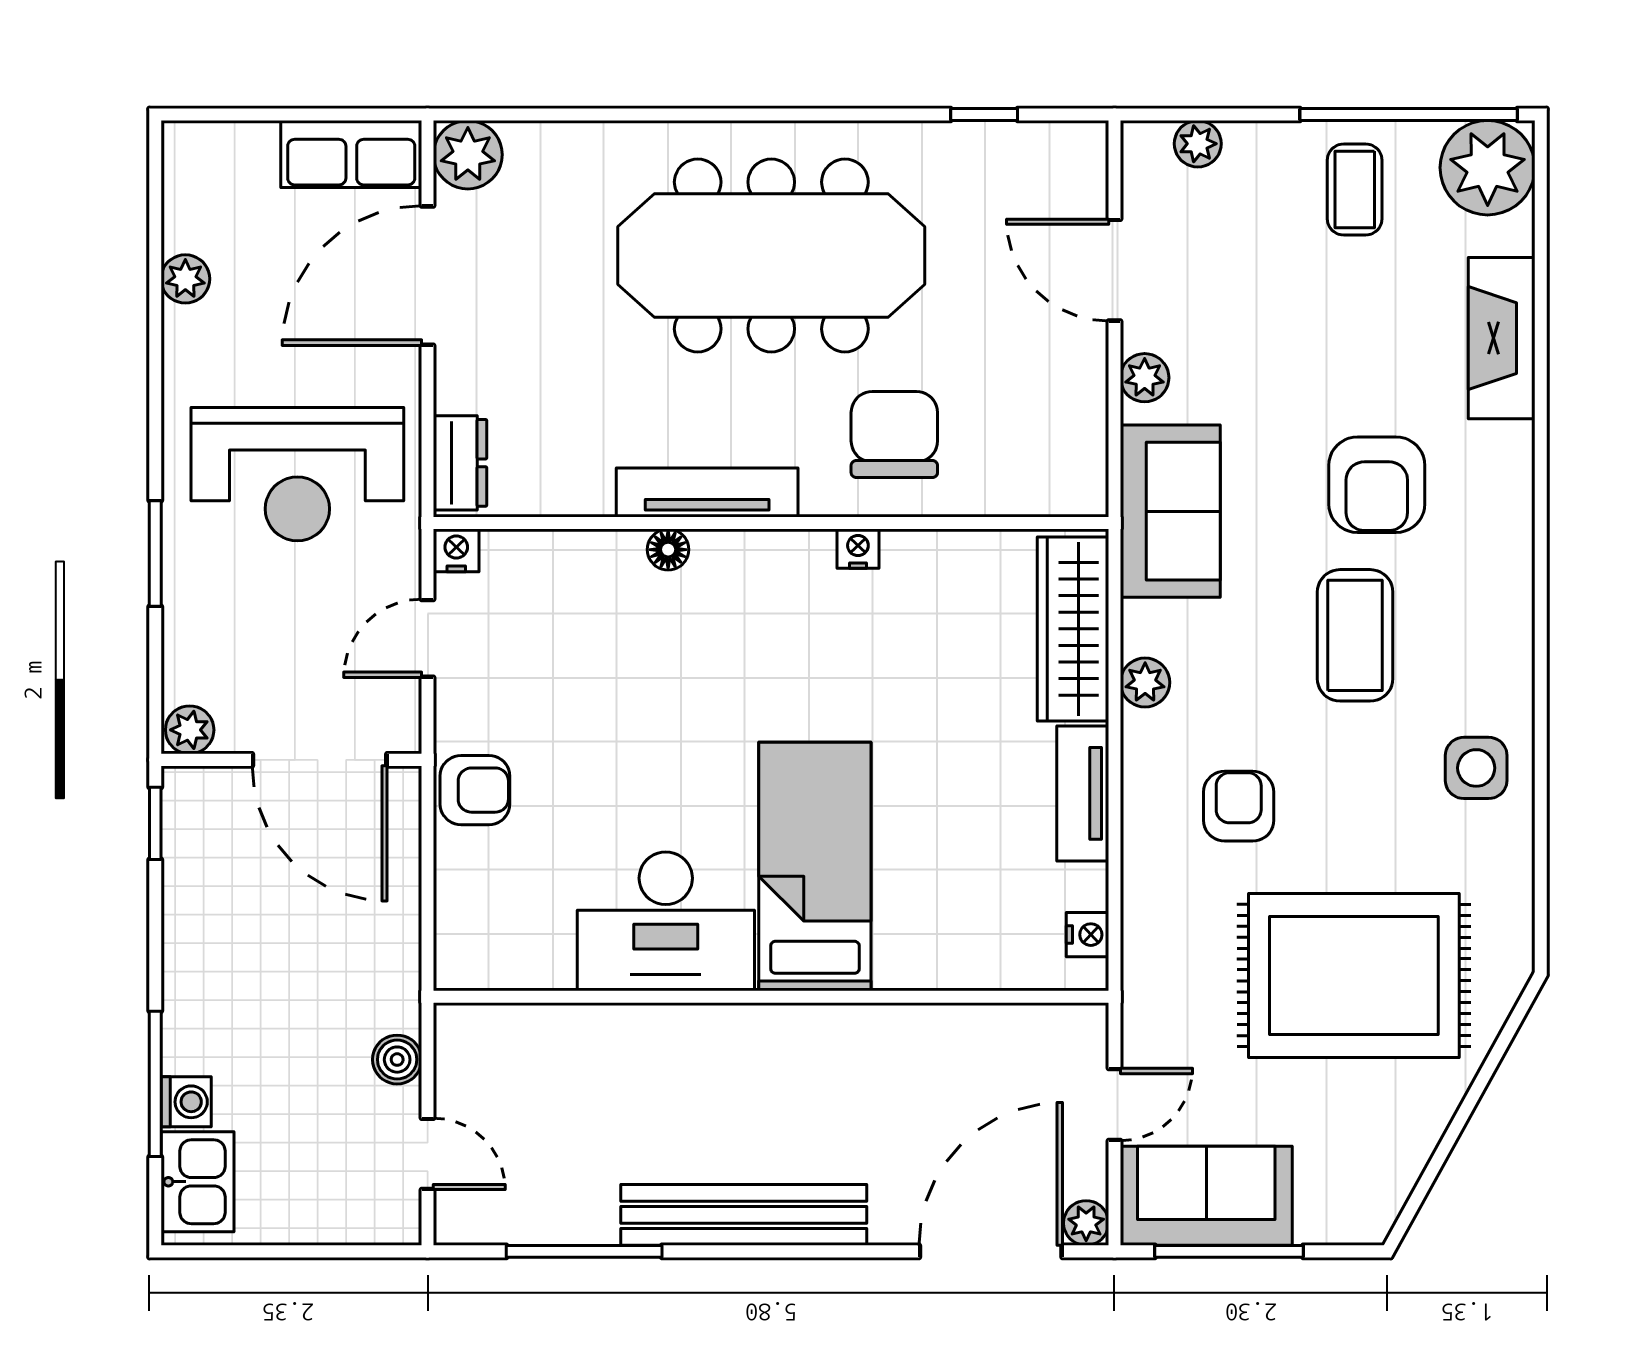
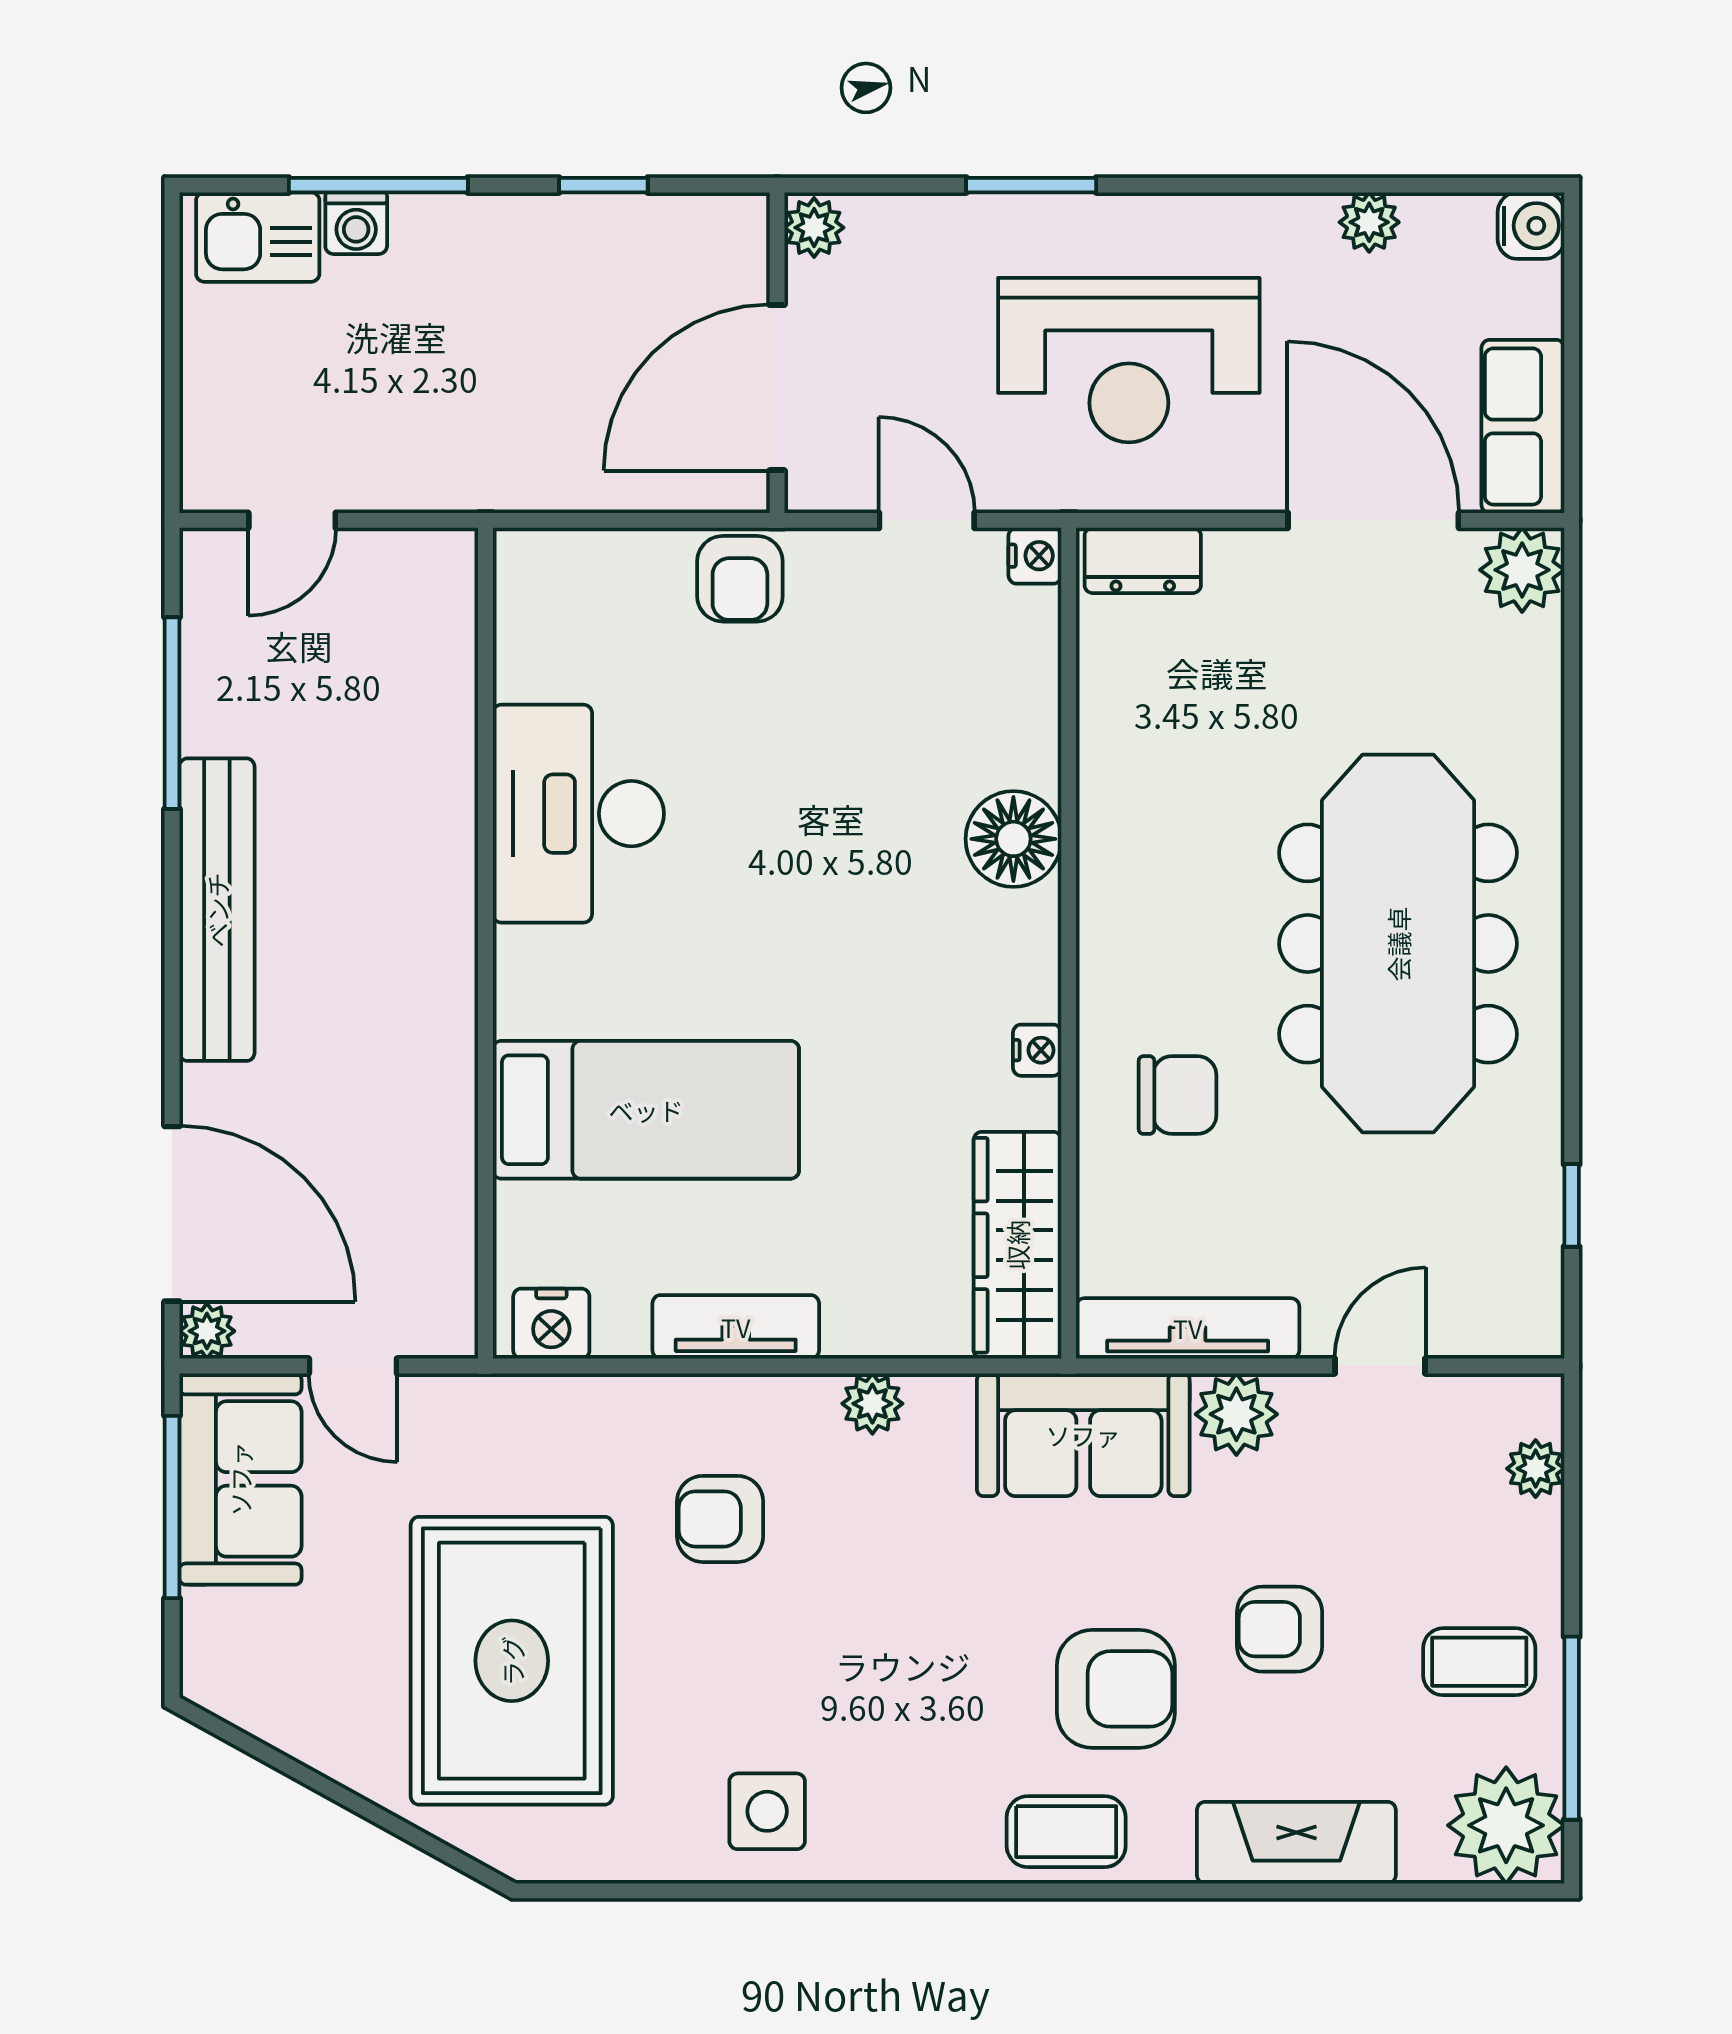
window: (1409, 114) -> (1572, 1728), width x0.68
water cooler: (188, 147) -> (1531, 226), added
door: (1114, 270) -> (1380, 1366), width x0.73
armchair: (1328, 352) -> (1280, 1629), added
plant: (1145, 378) -> (1236, 1414), width x1.38, depth x1.38
chair: (894, 435) -> (1178, 1095), width x0.73, depth x0.73
reception desk: (297, 474) -> (1129, 360), turned -90
armchair: (1377, 485) -> (1116, 1689), turned 180
tv unit: (707, 493) -> (1188, 1328), moved, turned -90
floor lamp: (668, 550) -> (1013, 839), width x1.89, depth x1.89
wardrobe: (1073, 629) -> (1017, 1245), moved, turned -90
coffee table: (1355, 635) -> (1066, 1832), moved, width x0.73, depth x0.77
armchair: (1239, 806) -> (720, 1519), turned 180
window: (155, 823) -> (603, 185), moved
bed: (815, 866) -> (646, 1110), moved
nightstand: (1087, 935) -> (551, 1324), width x1.39, depth x1.35
boiler: (397, 1060) -> (408, 483), removed

